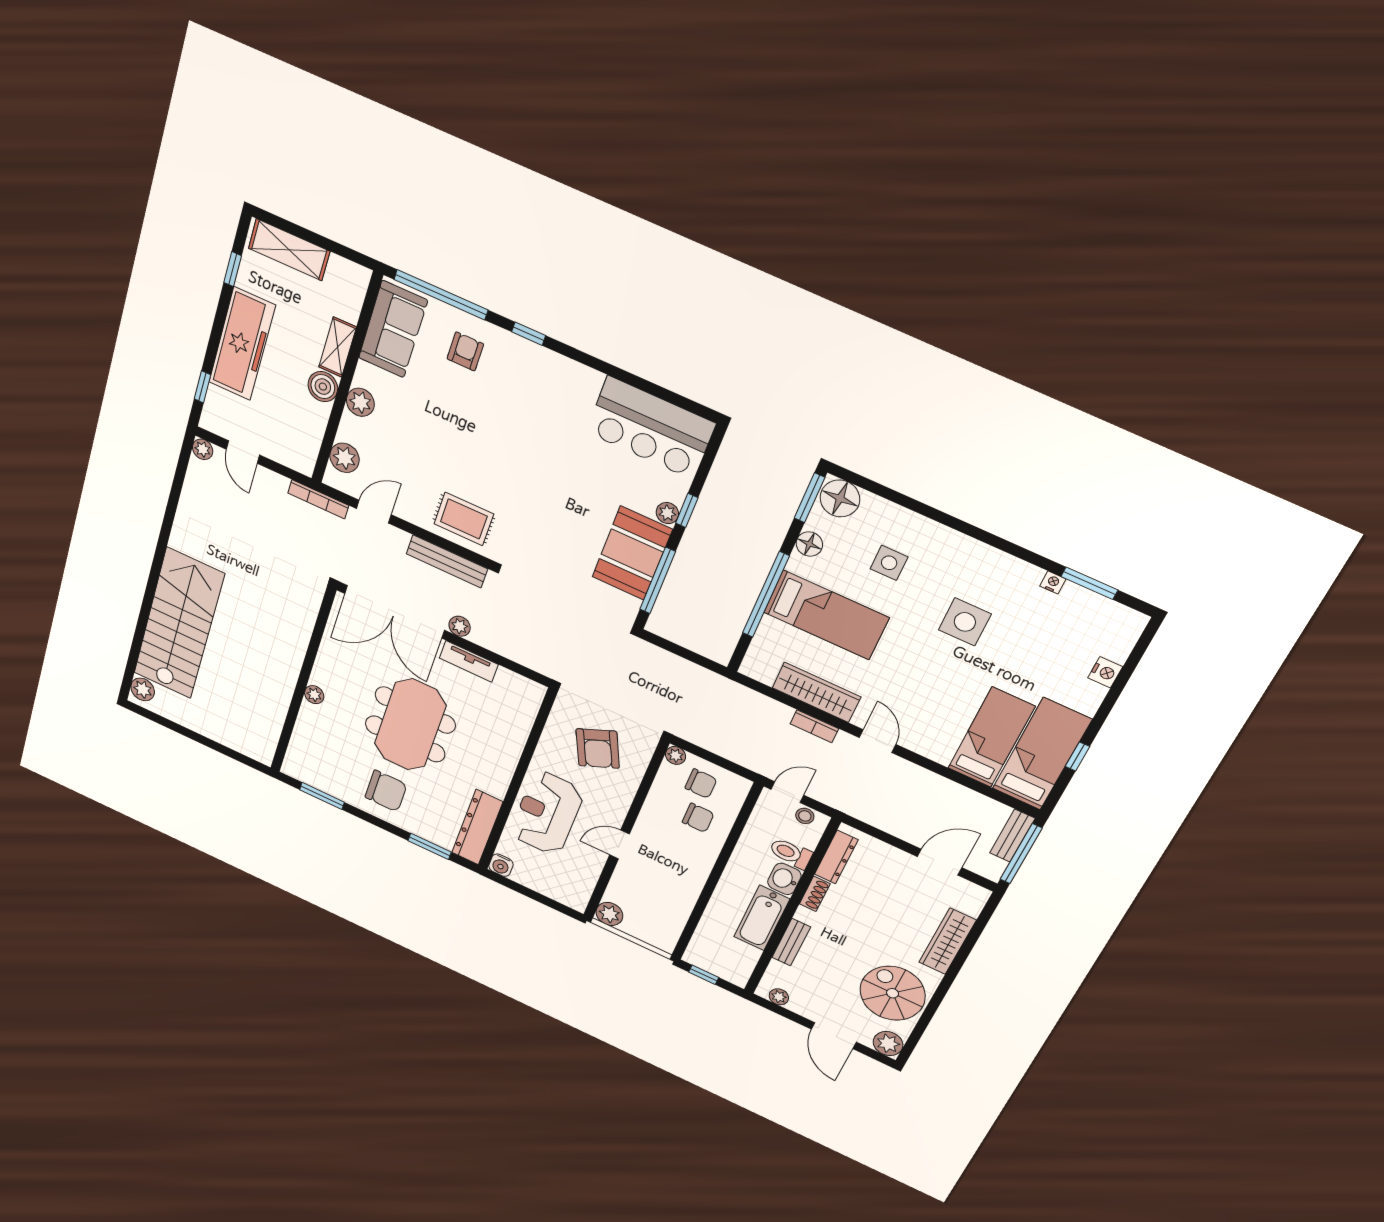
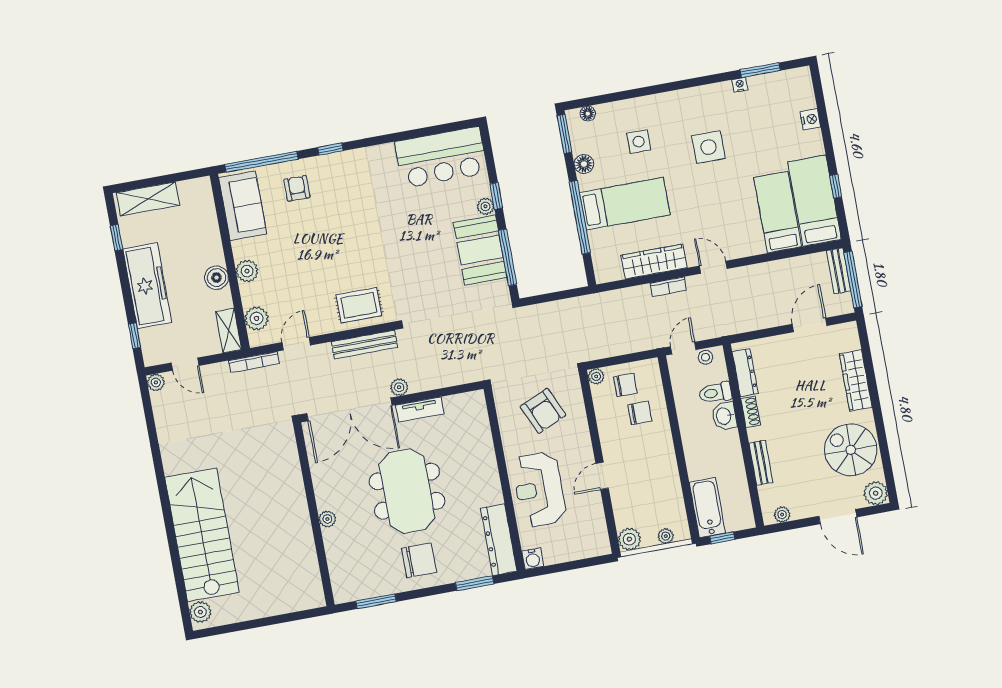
shelving: (338, 347) -> (229, 331), moved
floor lamp: (840, 498) -> (588, 114), width x0.53, depth x0.53
bathtub: (762, 918) -> (707, 508), moved, turned 180
plant: (648, 936) -> (666, 536), added

